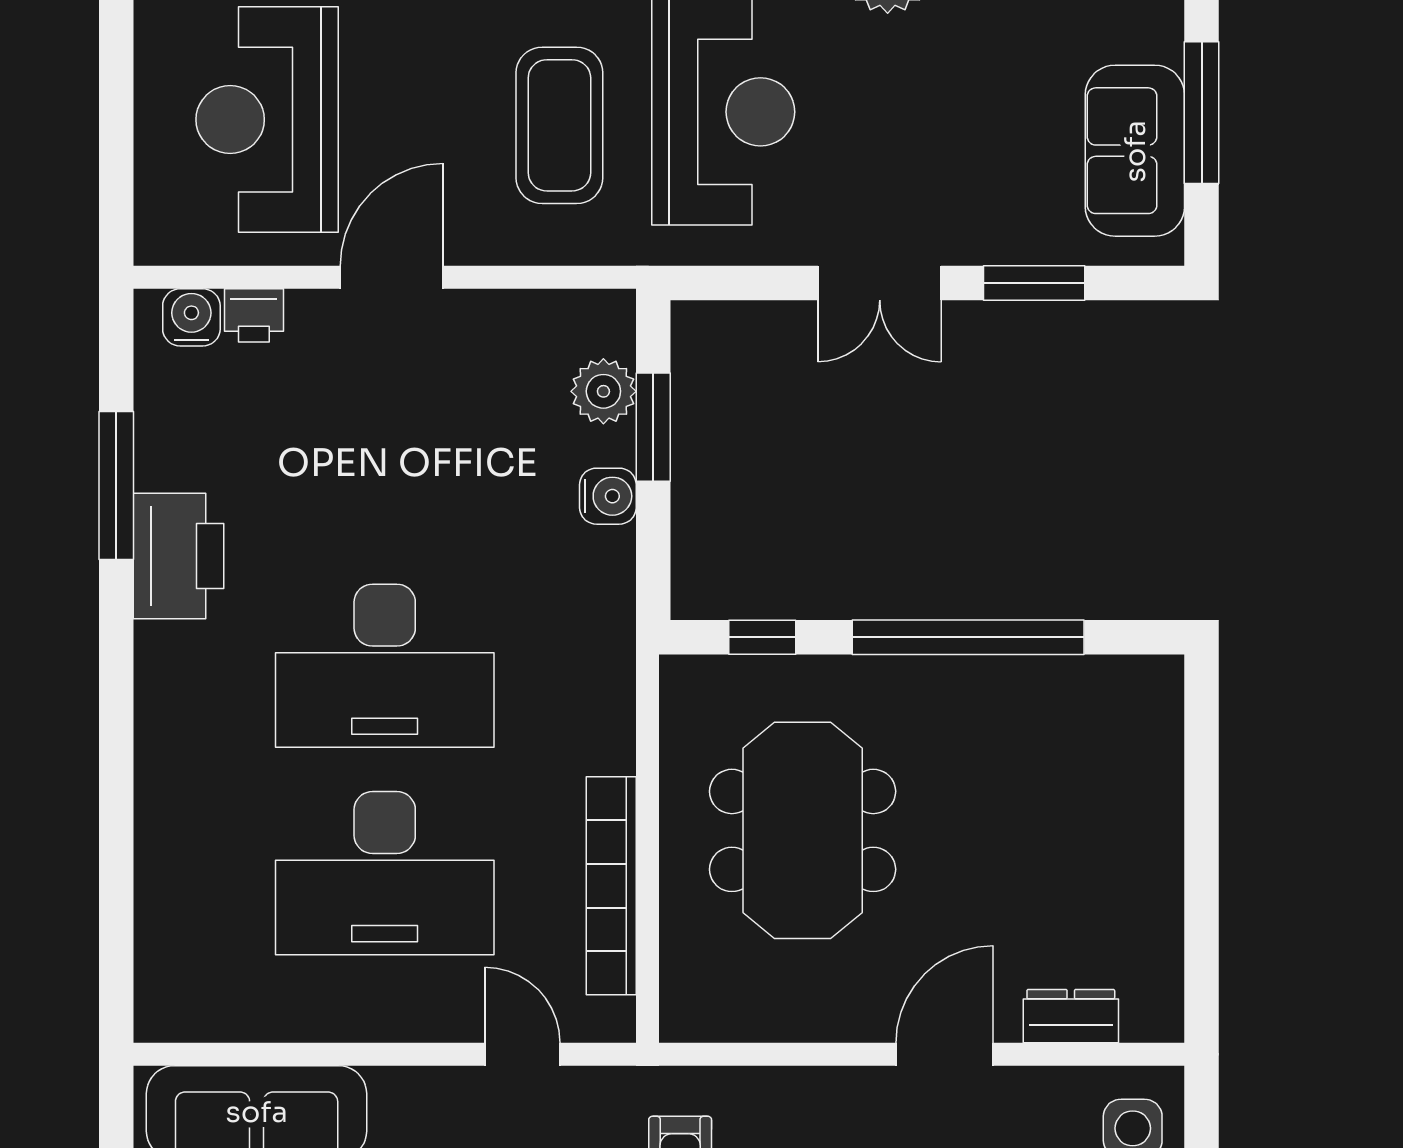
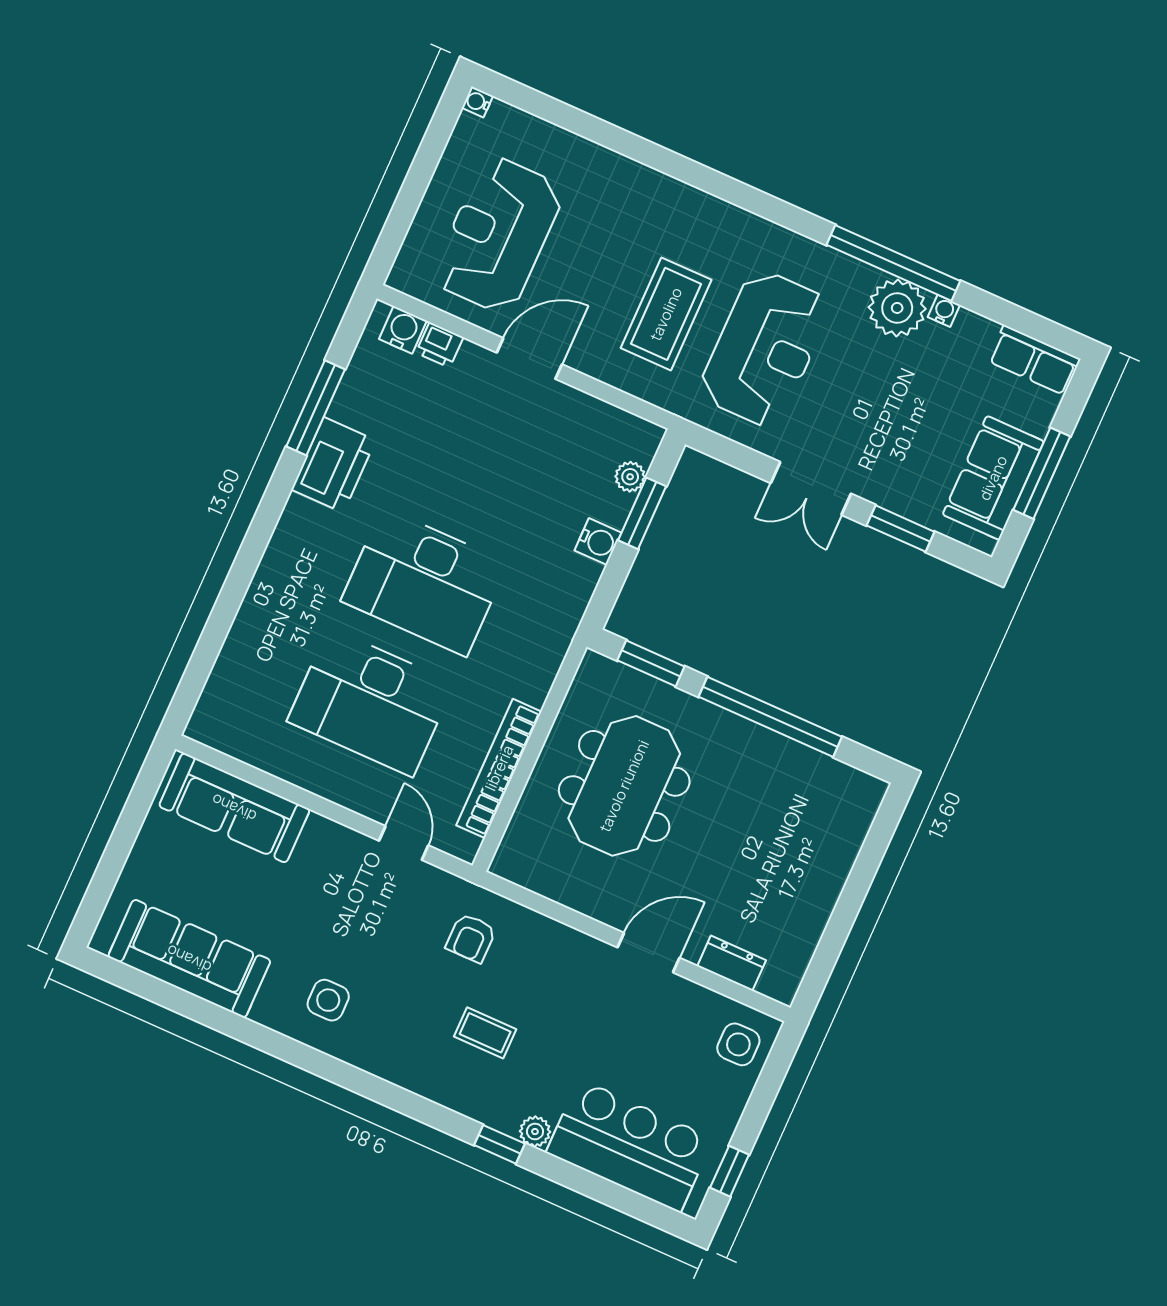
plant: (603, 391) -> (630, 477), width x0.73, depth x0.73
window: (762, 637) -> (651, 663), width x1.50

